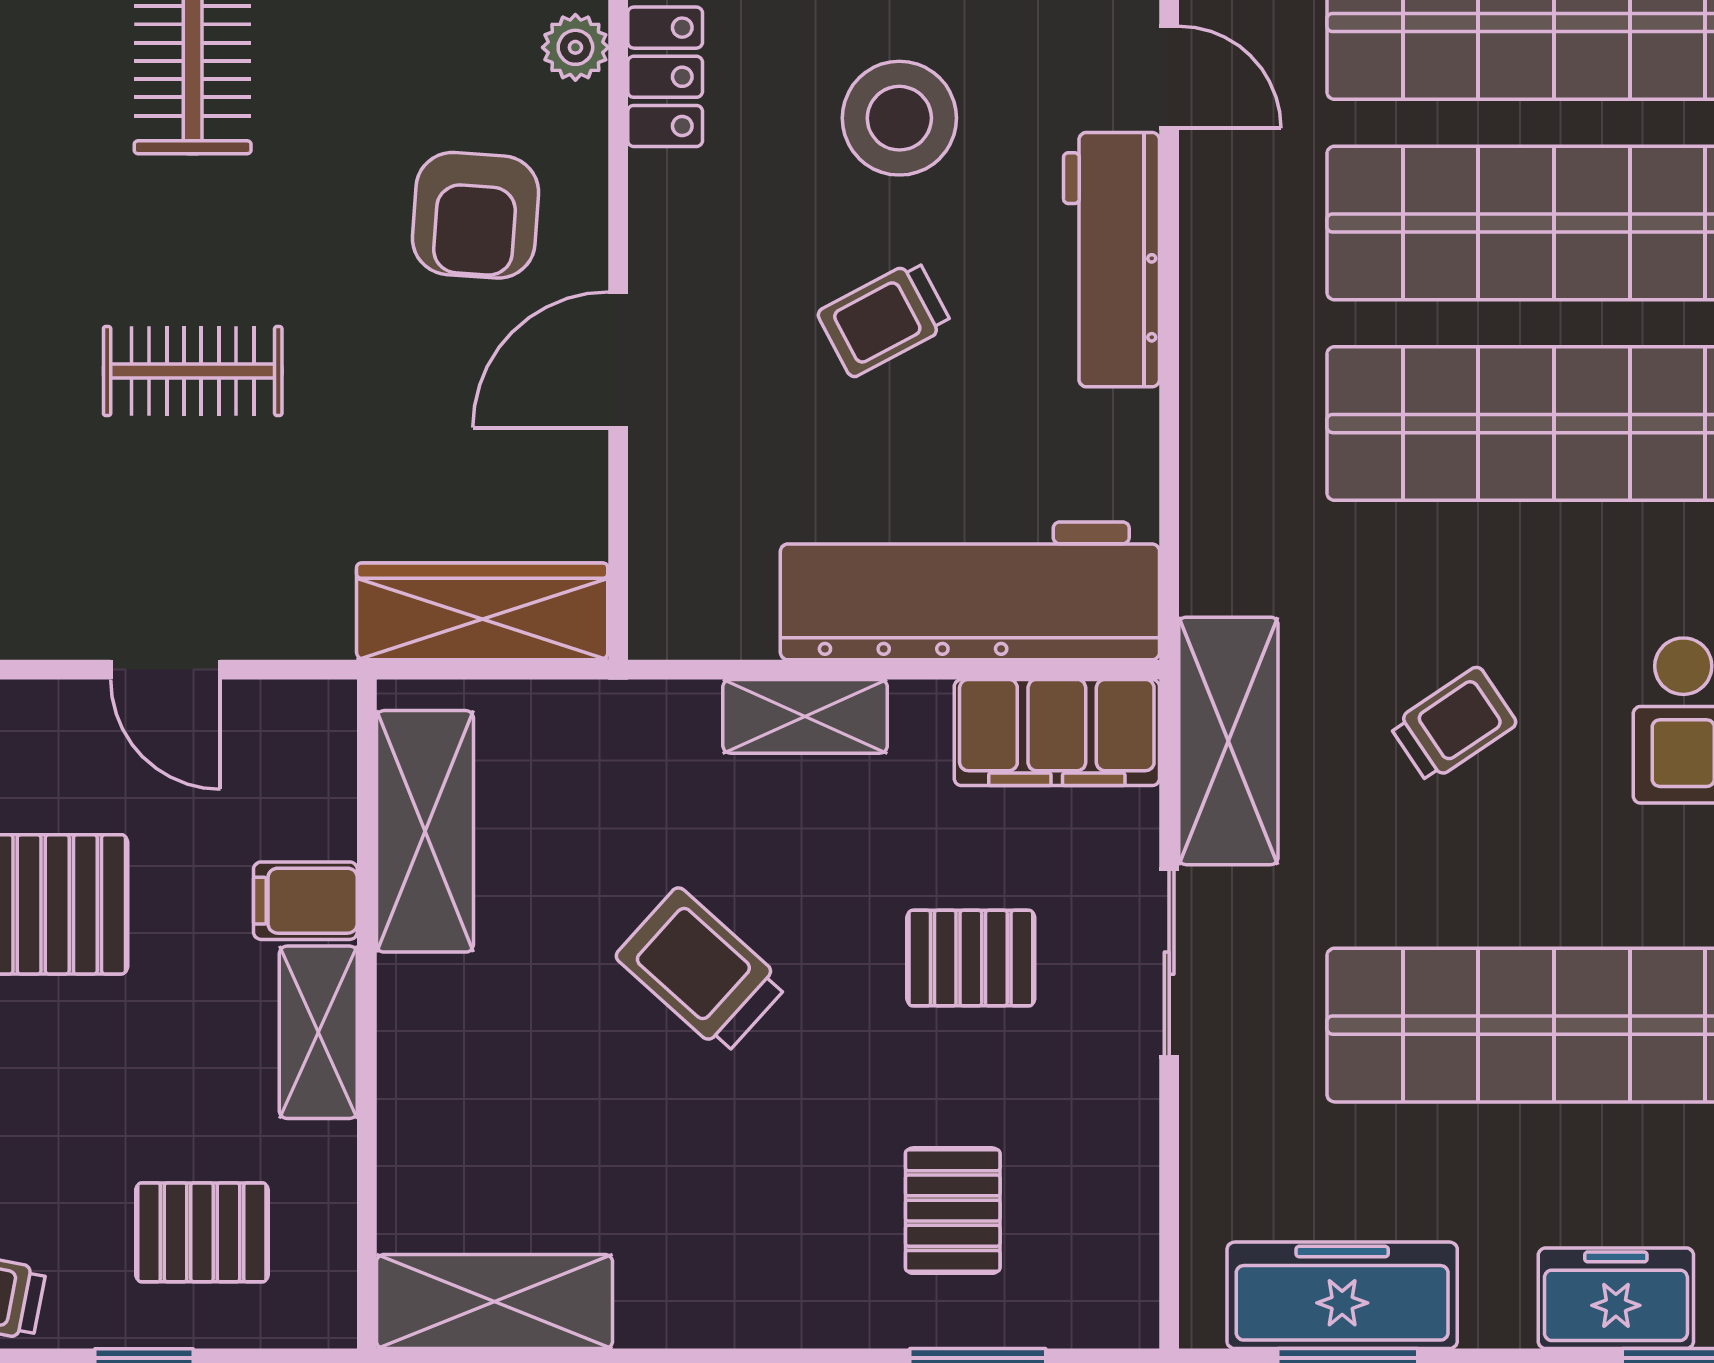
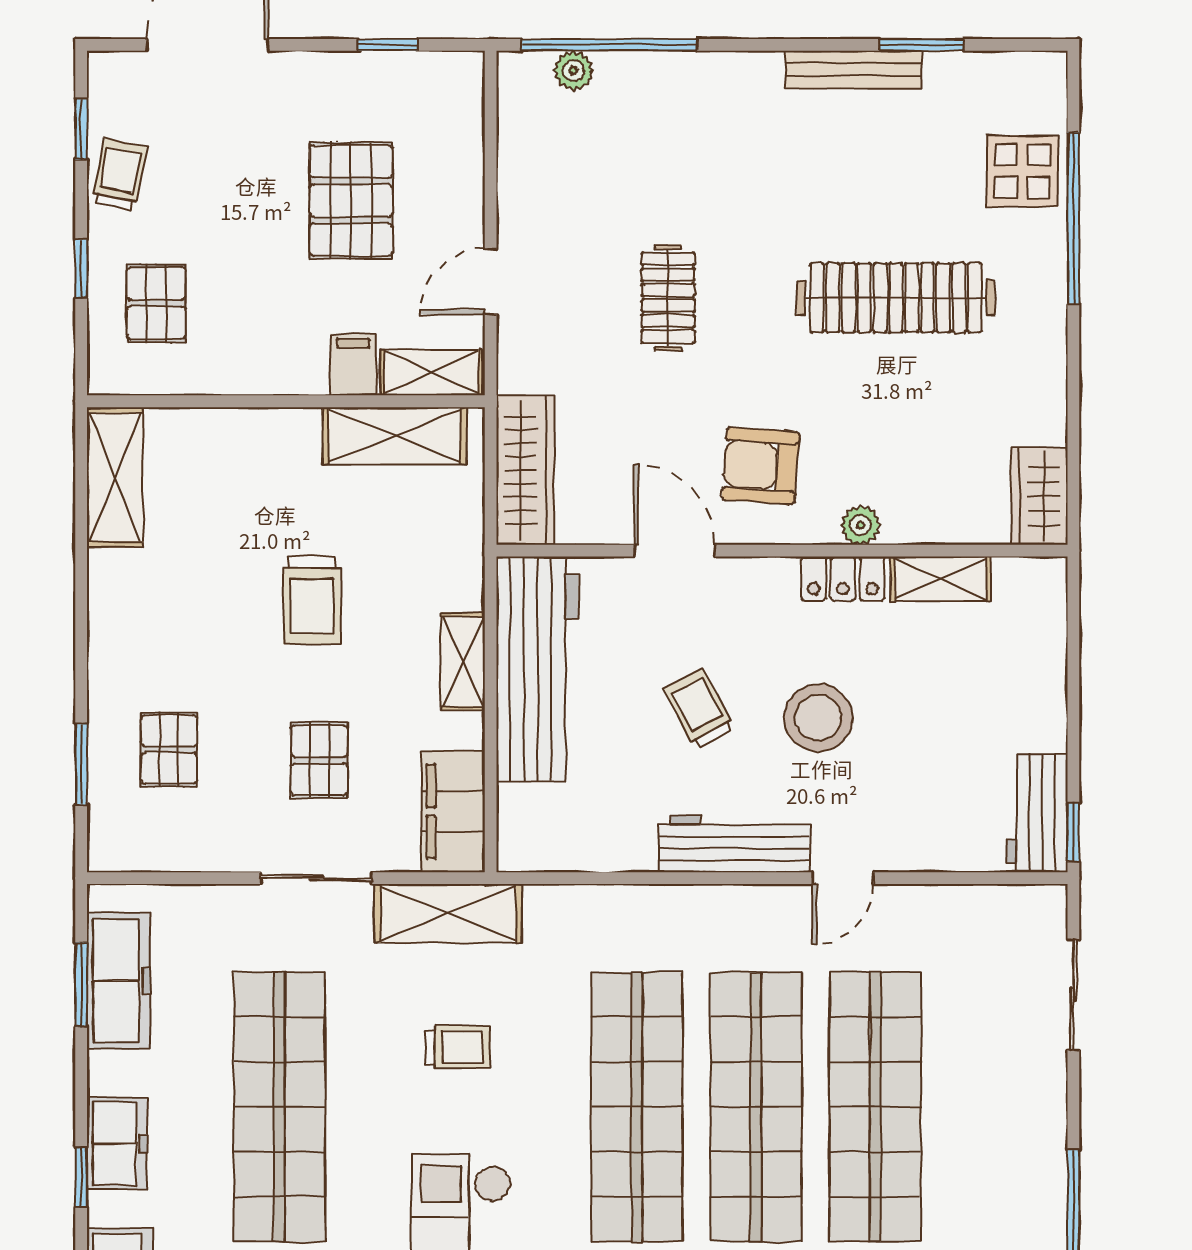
workbench: (970, 591) -> (537, 669), moved
trolley: (1453, 724) -> (458, 1047), turned -56
trolley: (701, 971) -> (312, 600), turned 138
shelving: (318, 1032) -> (431, 372), moved
pallet: (953, 1211) -> (169, 749), turned 90

